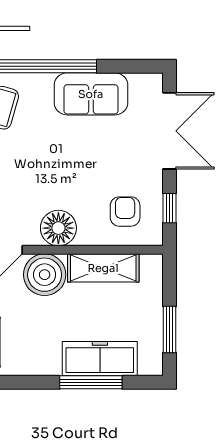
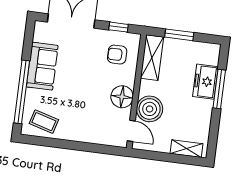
shelving: (103, 268) -> (152, 58), moved
window: (170, 329) -> (179, 35), moved
freezer: (100, 359) -> (205, 82), width x0.71

